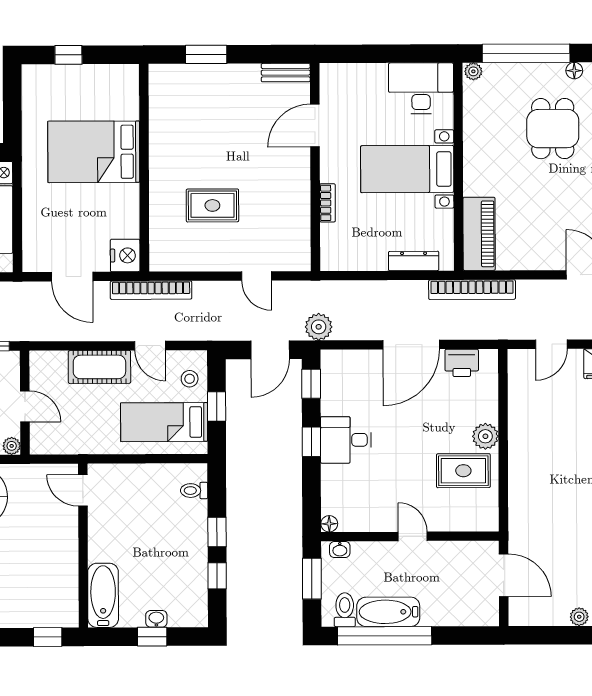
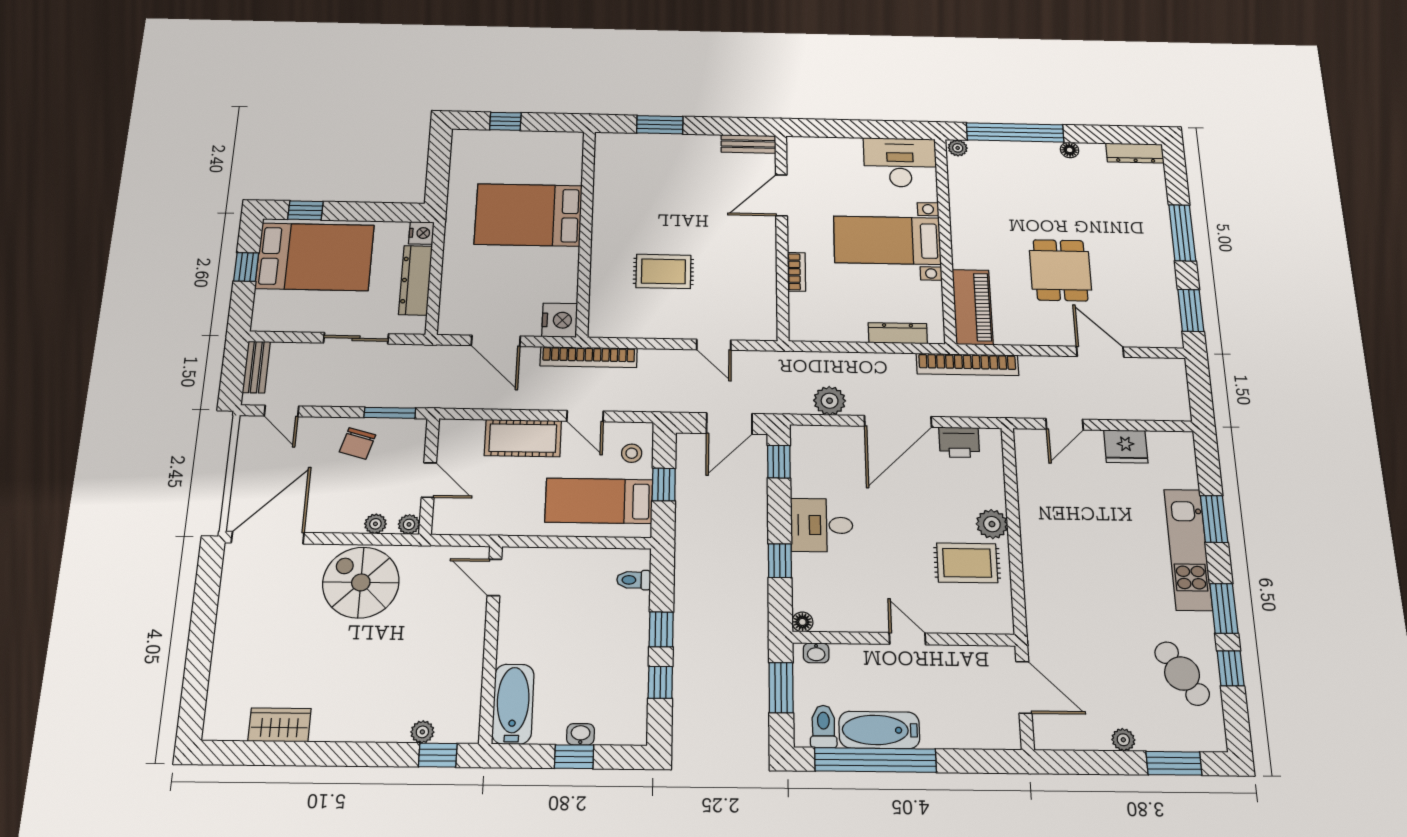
dining table: (553, 129) -> (1060, 270), moved
plant: (319, 327) -> (830, 401), moved
window: (311, 442) -> (780, 561), moved
plant: (35, 619) -> (422, 732), added

